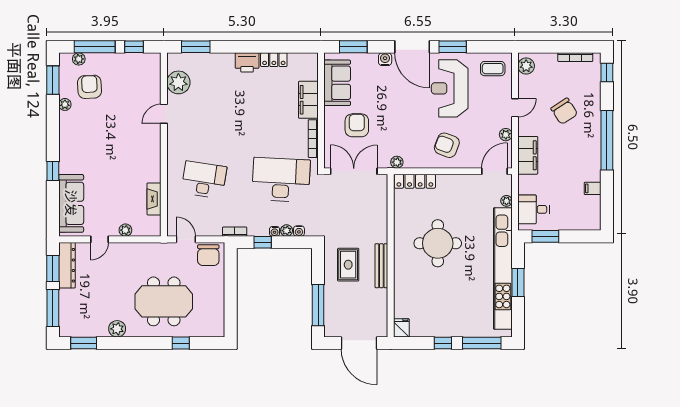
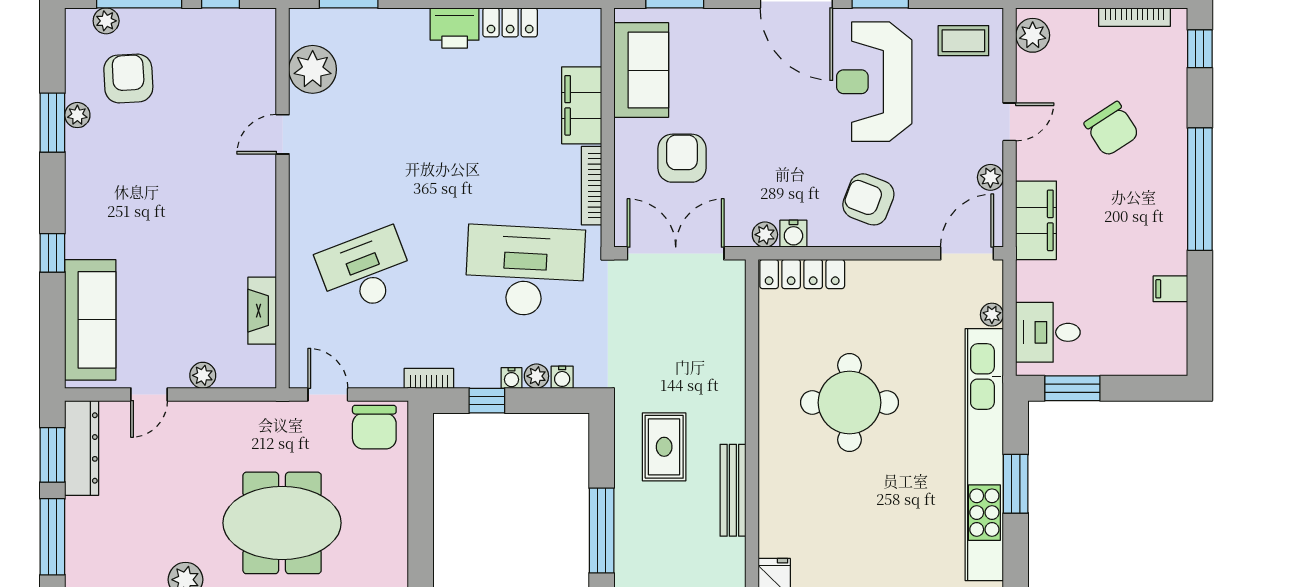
water cooler: (385, 59) -> (793, 234), moved, turned 180
window: (53, 80) -> (52, 123), moved
desk: (204, 180) -> (365, 271), turned -30
bench: (381, 266) -> (733, 490), moved

